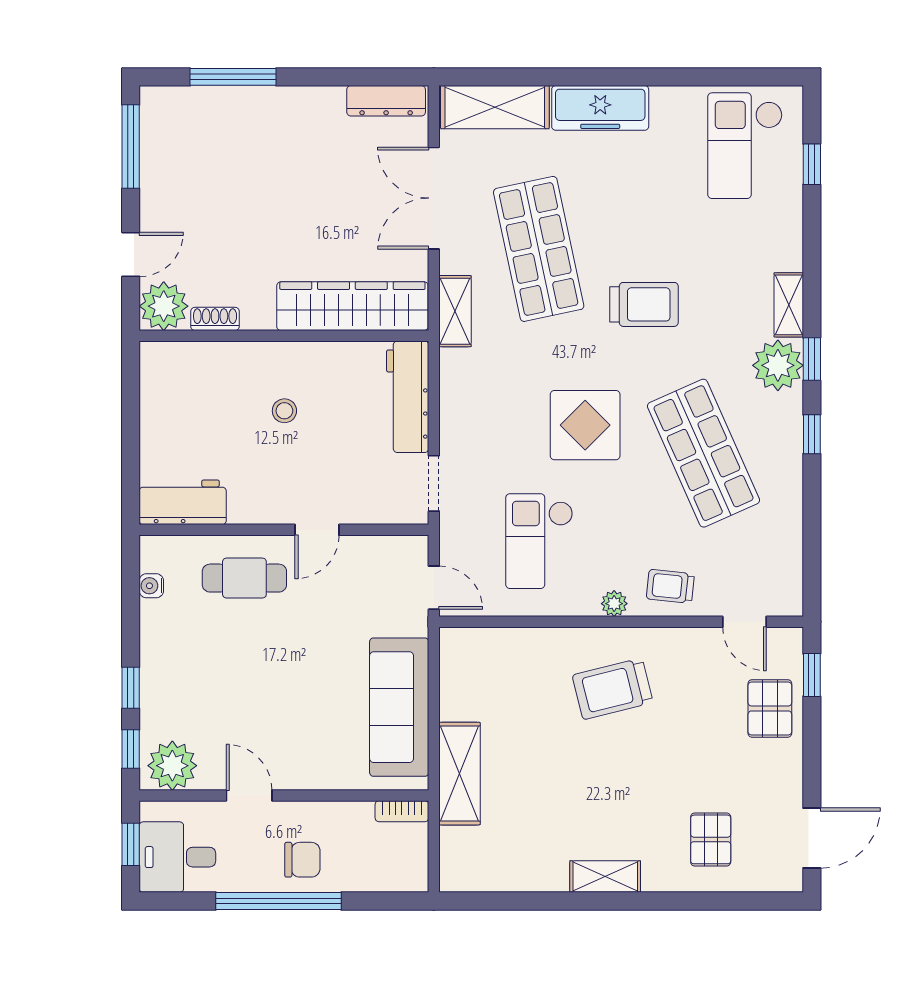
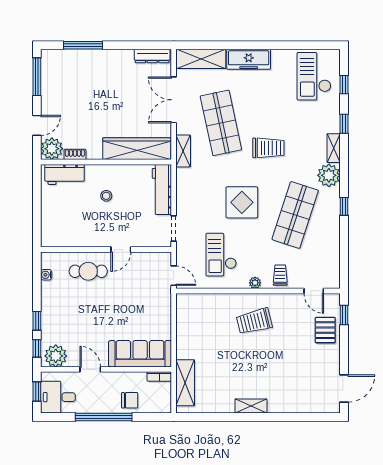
window: (812, 359) -> (344, 124), moved
shop shelf: (704, 453) -> (295, 215), turned 42
workbench: (183, 502) -> (65, 174), moved, turned 180
trolley: (670, 586) -> (280, 275), turned 84
sofa: (399, 707) -> (140, 354), moved, turned 90
shelving: (459, 774) -> (185, 383), moved
pallet: (711, 839) -> (298, 389), removed
chair: (302, 860) -> (130, 400), moved

